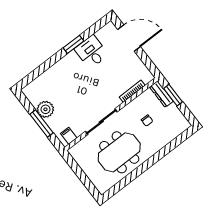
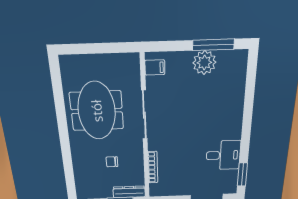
window: (74, 44) -> (242, 175), moved
window: (42, 124) -> (213, 45), moved

